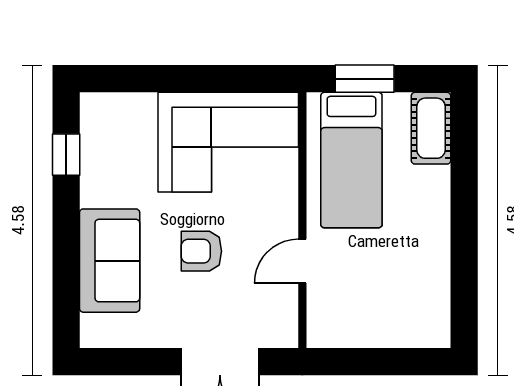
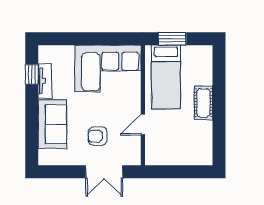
cot: (431, 128) -> (203, 103), moved
tv unit: (94, 169) -> (45, 81), added
armchair: (201, 251) -> (98, 136), moved

